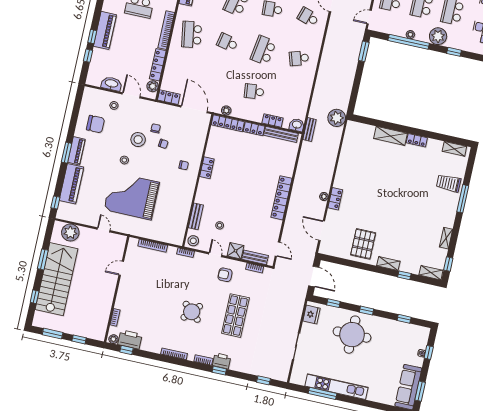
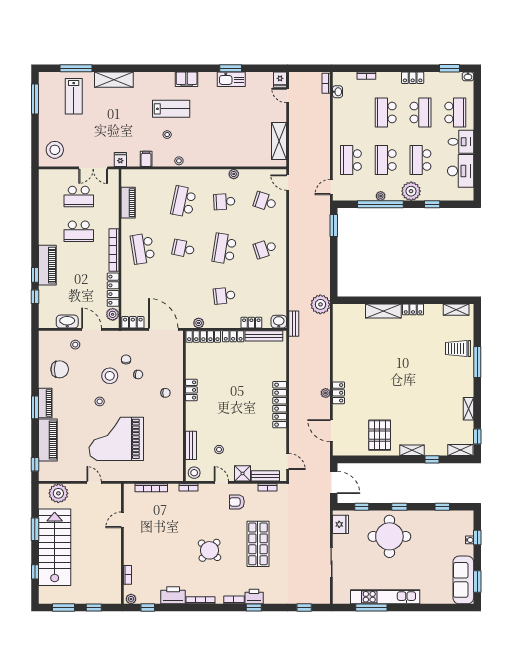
printer: (130, 339) -> (173, 595), moved

